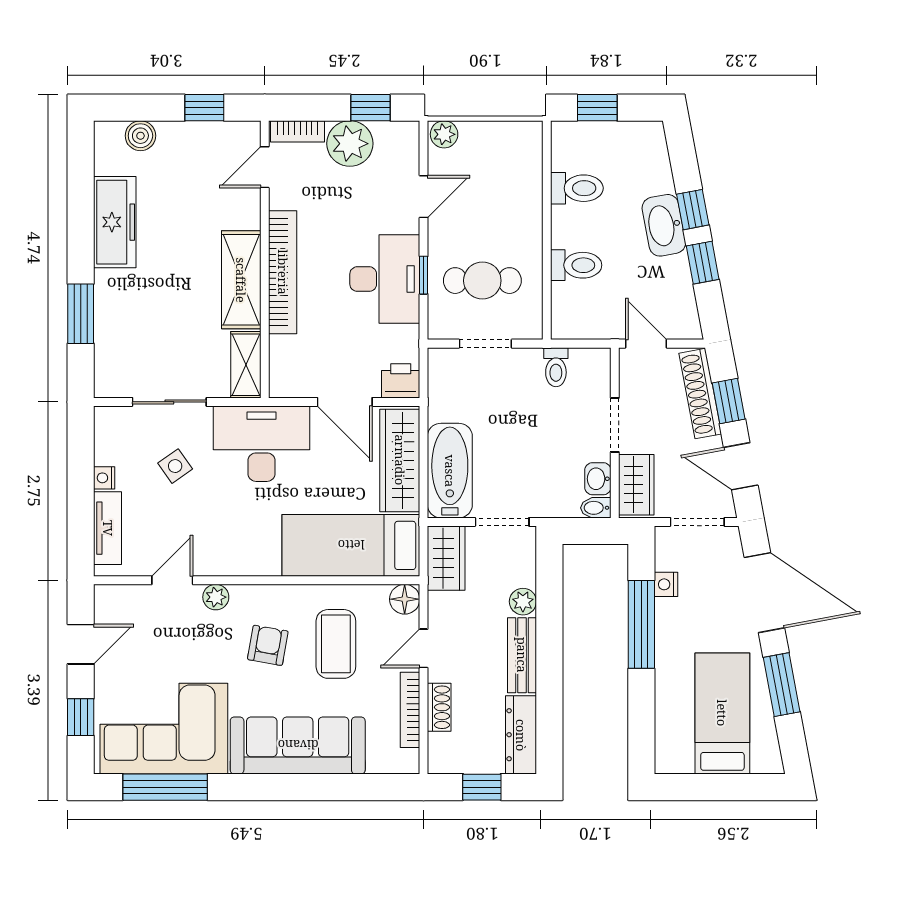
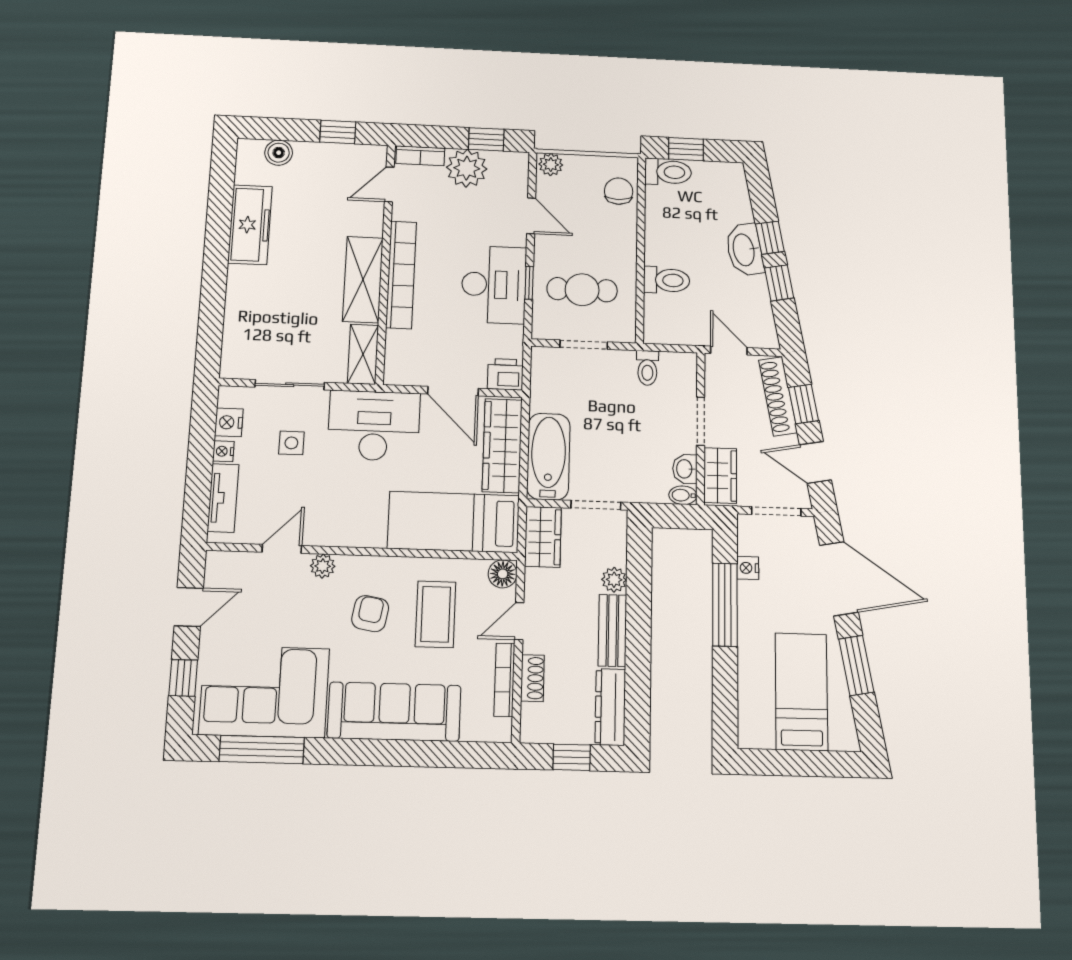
chair: (521, 162) -> (619, 191), added
toilet: (577, 188) -> (668, 172), moved
door: (424, 197) -> (531, 216), hinge flipped
window: (81, 314) -> (212, 303), removed
nightstand: (108, 446) -> (229, 422), added
side table: (175, 466) -> (291, 443), turned 35

